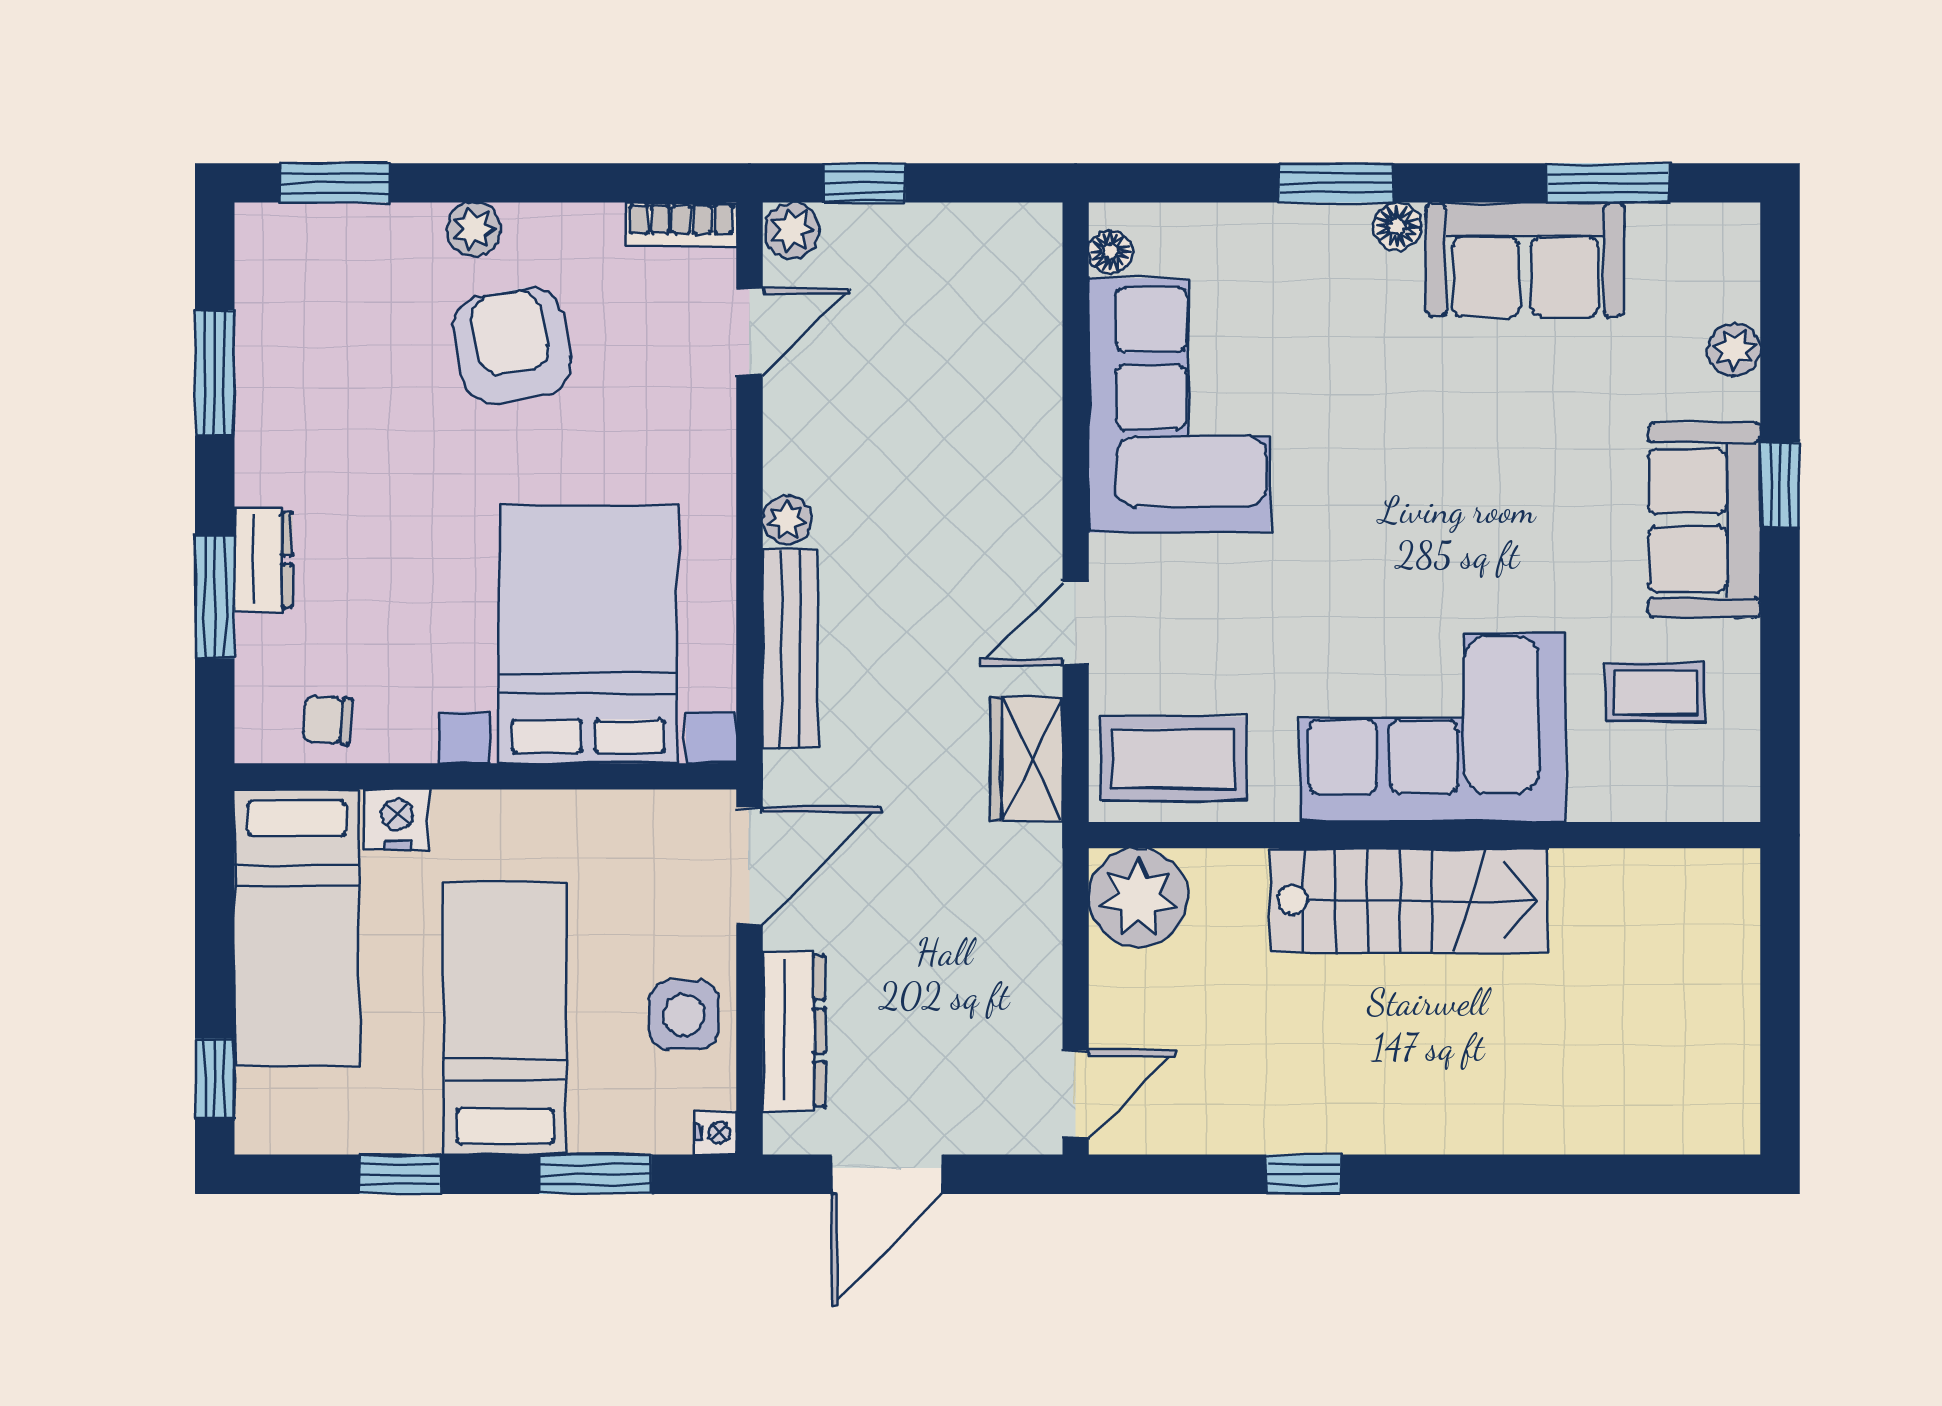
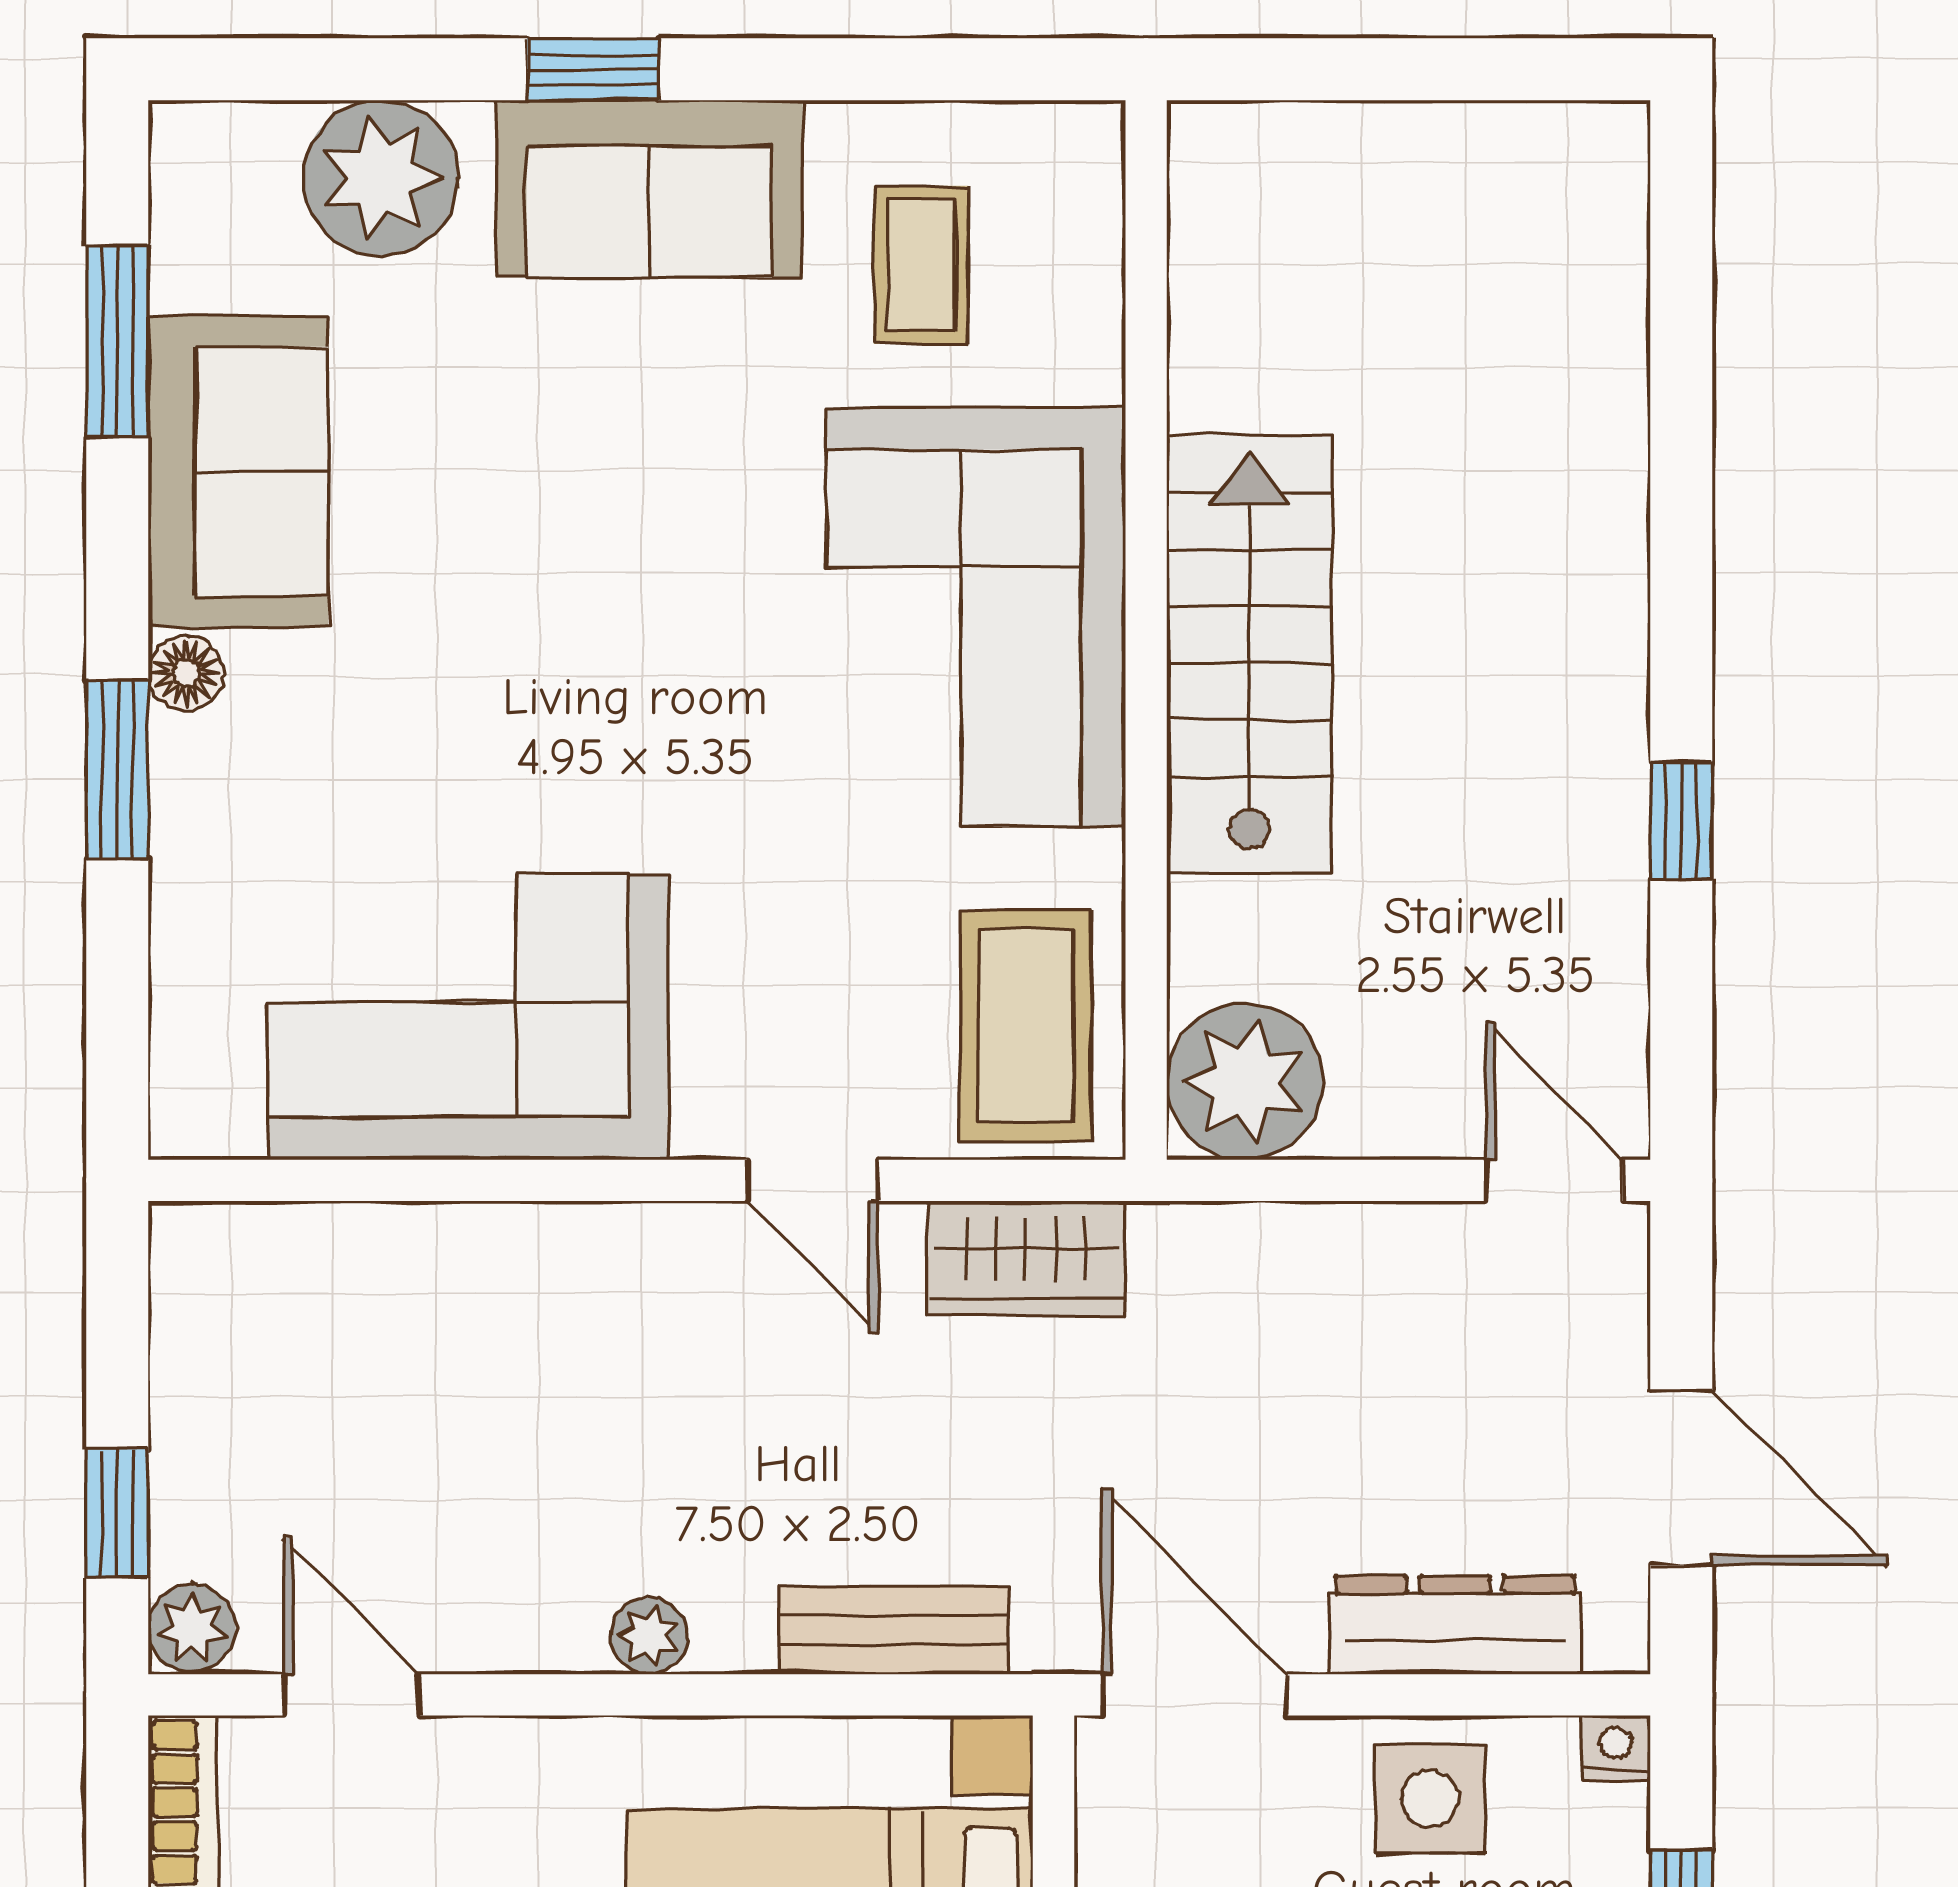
floor lamp: (1110, 251) -> (225, 1126), removed
plant: (1734, 350) -> (381, 178), width x1.88, depth x1.88
bench: (790, 649) -> (894, 1630), width x0.73

